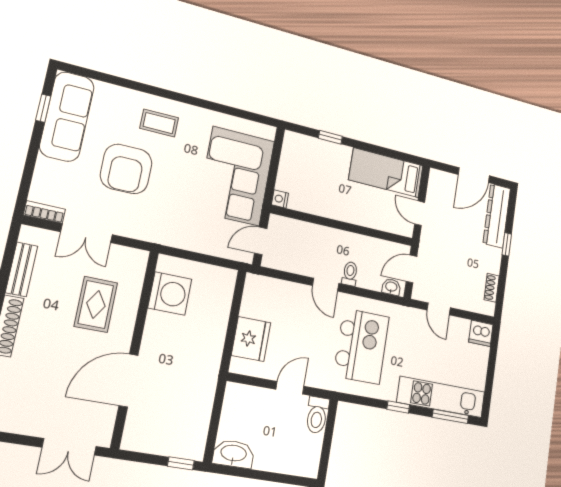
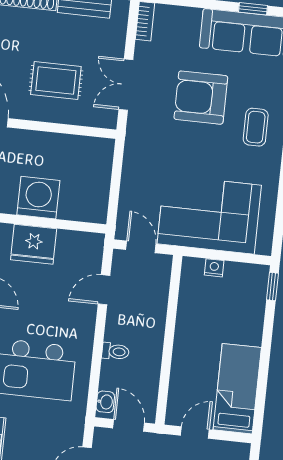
window: (330, 137) -> (273, 287), moved
nightstand: (280, 199) -> (214, 268), moved
double door: (87, 233) -> (126, 85), moved
door: (326, 285) -> (104, 290), moved
washing machine: (170, 294) -> (38, 198), moved, turned 180

